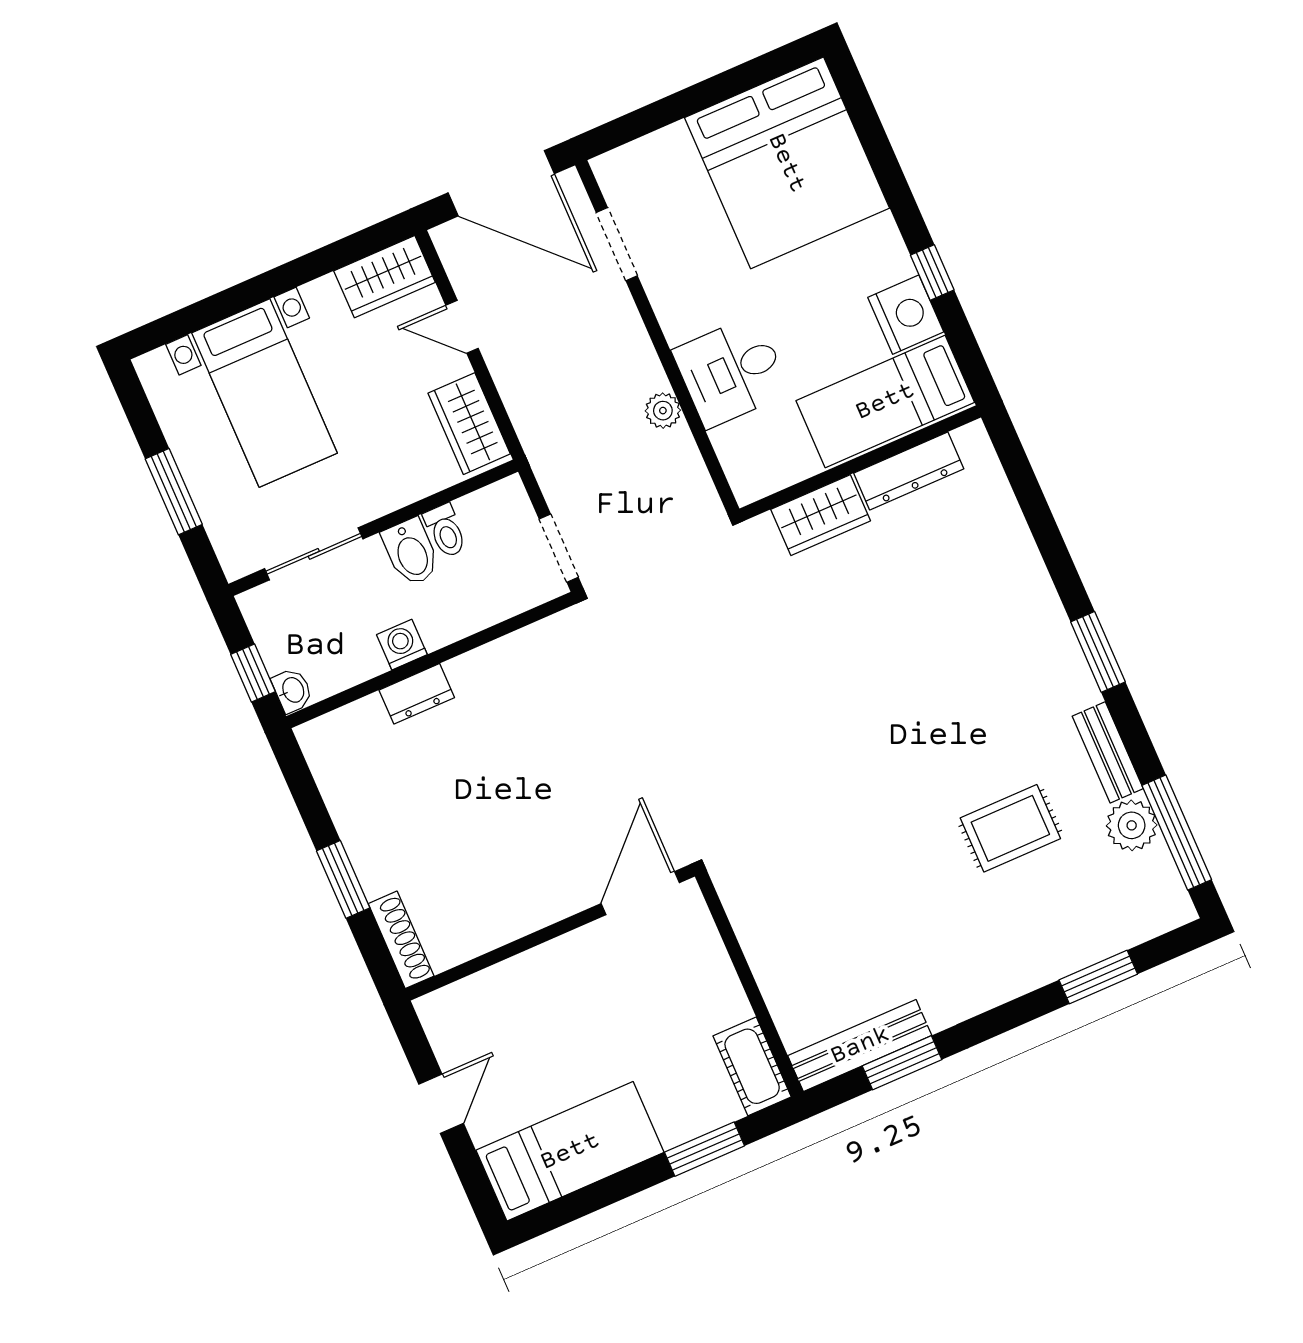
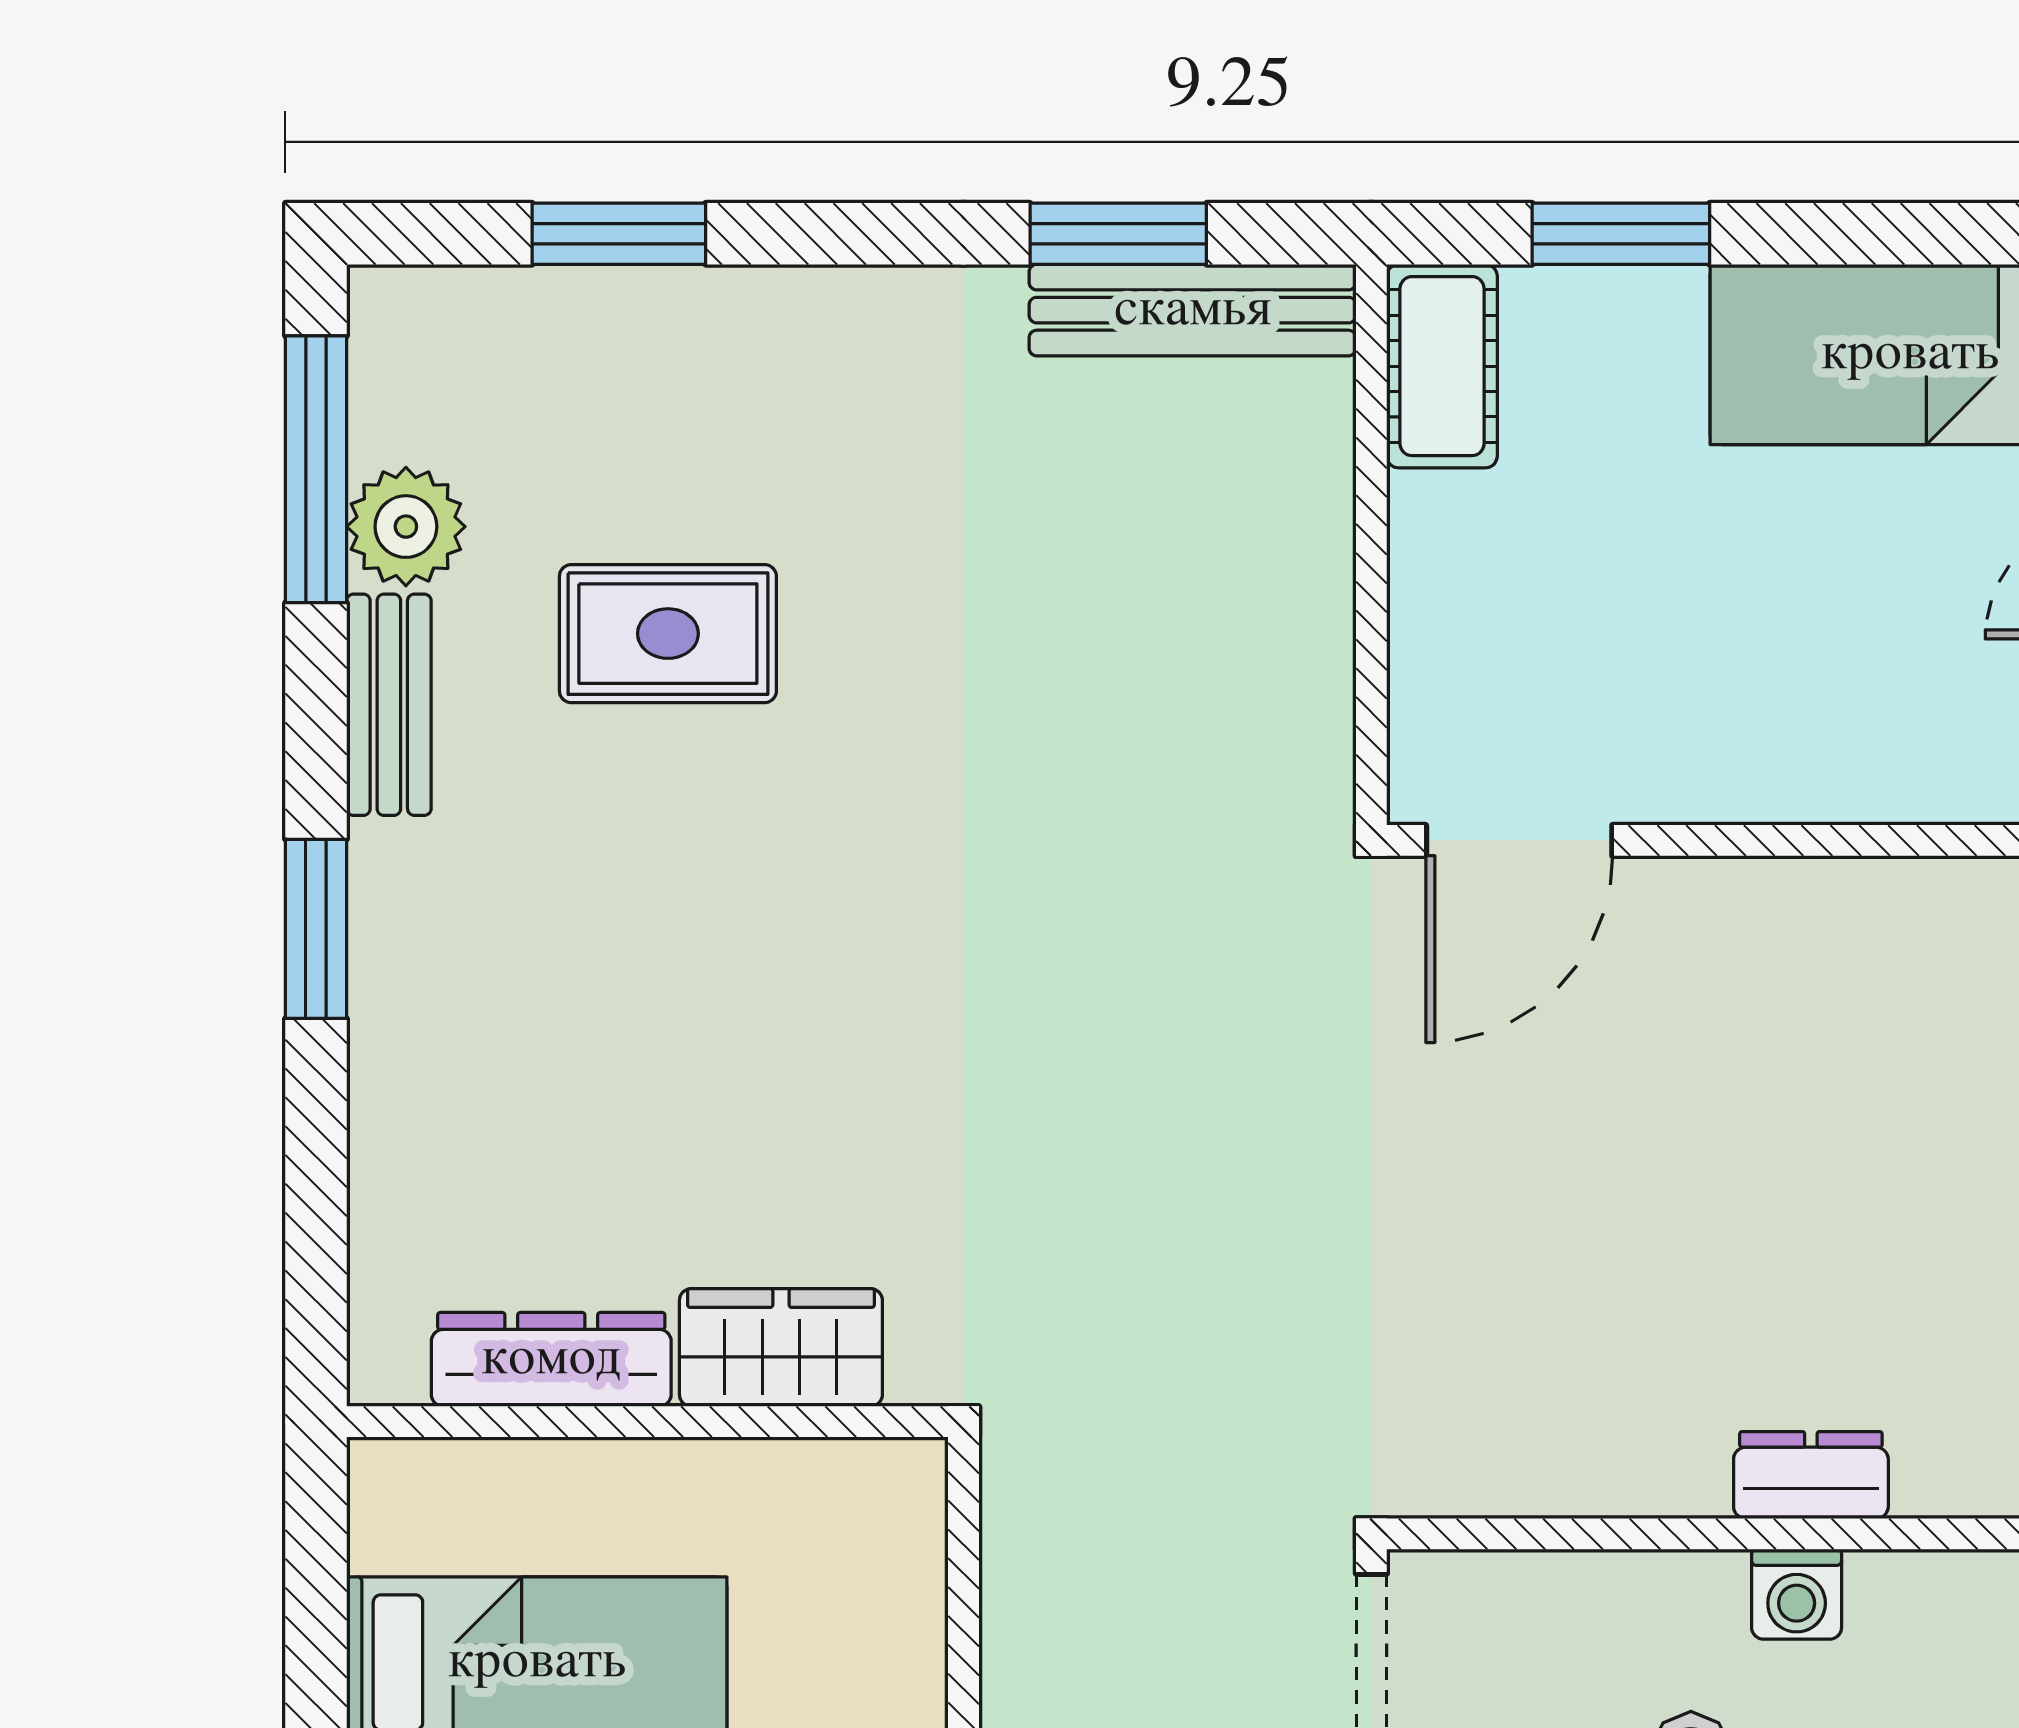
wall: (860, 463) -> (647, 1422), moved
dresser: (909, 471) -> (551, 1359), moved
wardrobe: (821, 515) -> (781, 1347), moved

